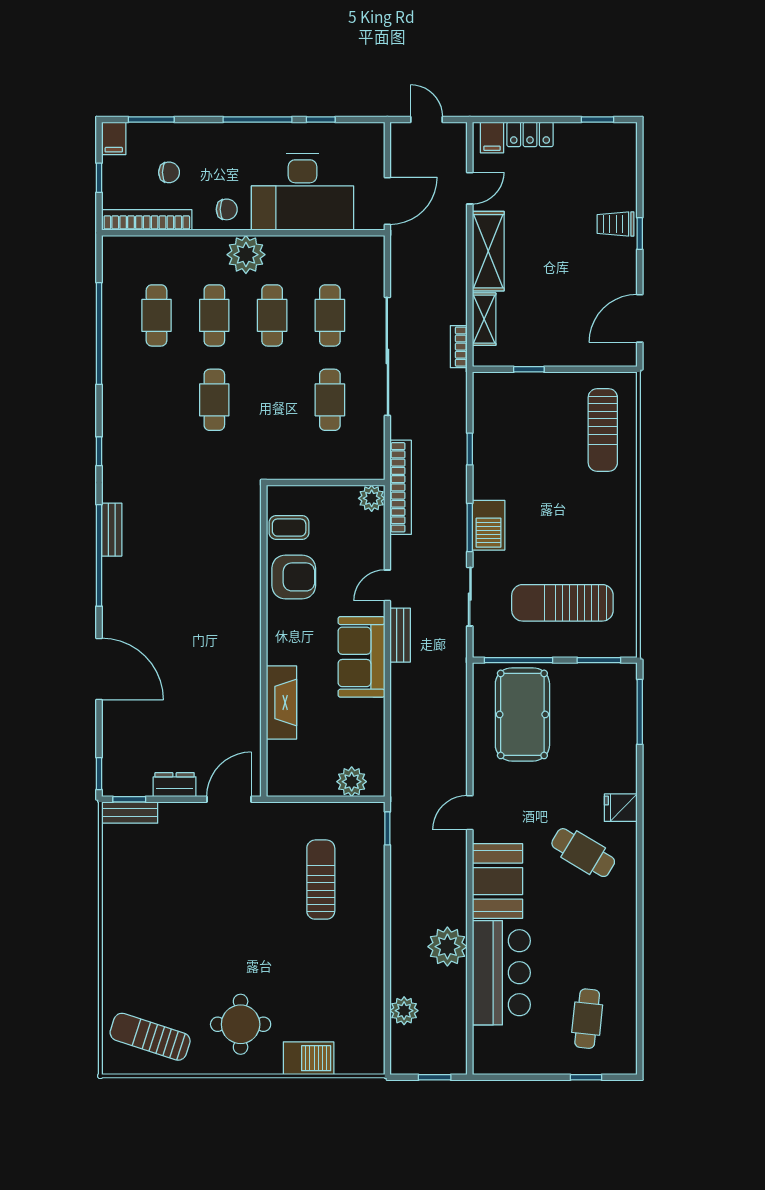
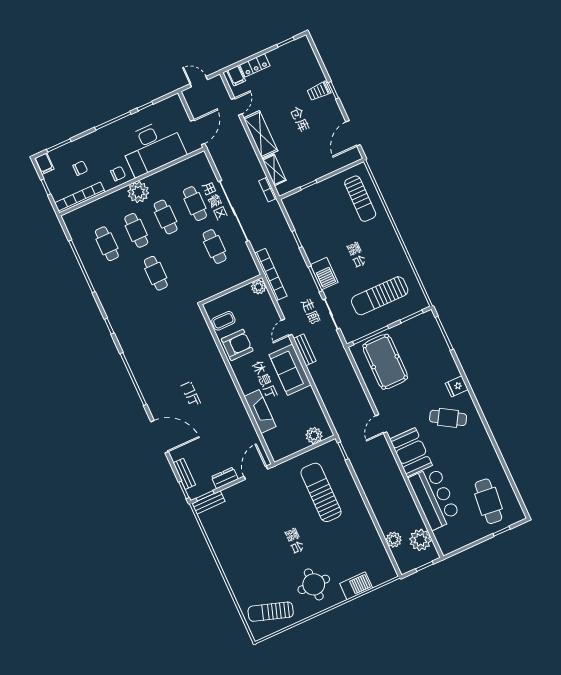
bench: (112, 530) -> (184, 474), moved
sun lounger: (321, 880) -> (321, 492), width x1.36, depth x1.34
plant: (447, 947) -> (420, 540), moved
cafe table: (587, 1019) -> (489, 501), width x1.37, depth x1.35

